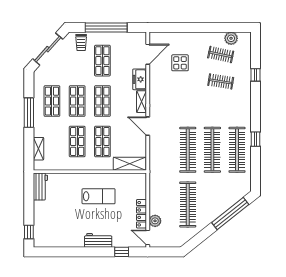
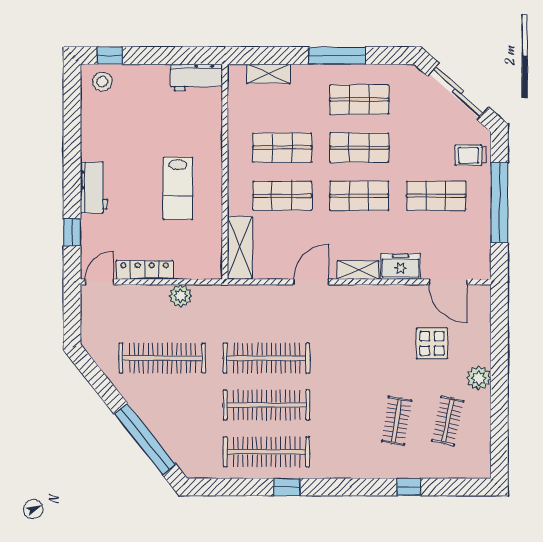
plant: (231, 38) -> (479, 378), moved
plant: (155, 221) -> (181, 296), moved
stool: (42, 236) -> (102, 82), added

